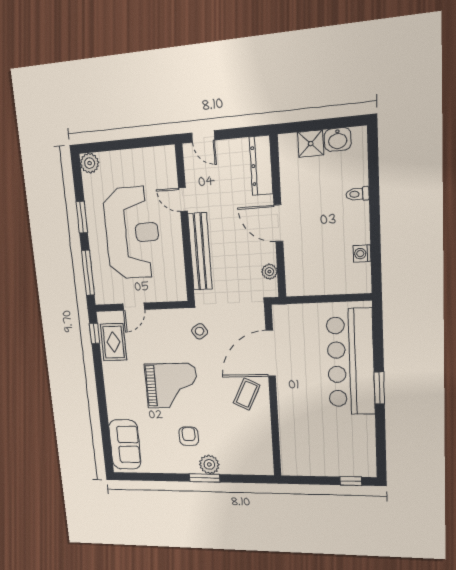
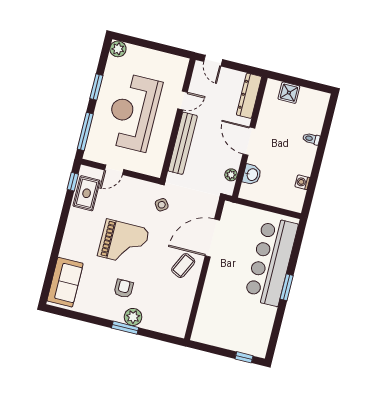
washbasin: (338, 139) -> (252, 175), moved, turned -90
door: (183, 200) -> (182, 100), swing flipped
reception desk: (132, 233) -> (133, 112), turned 180

